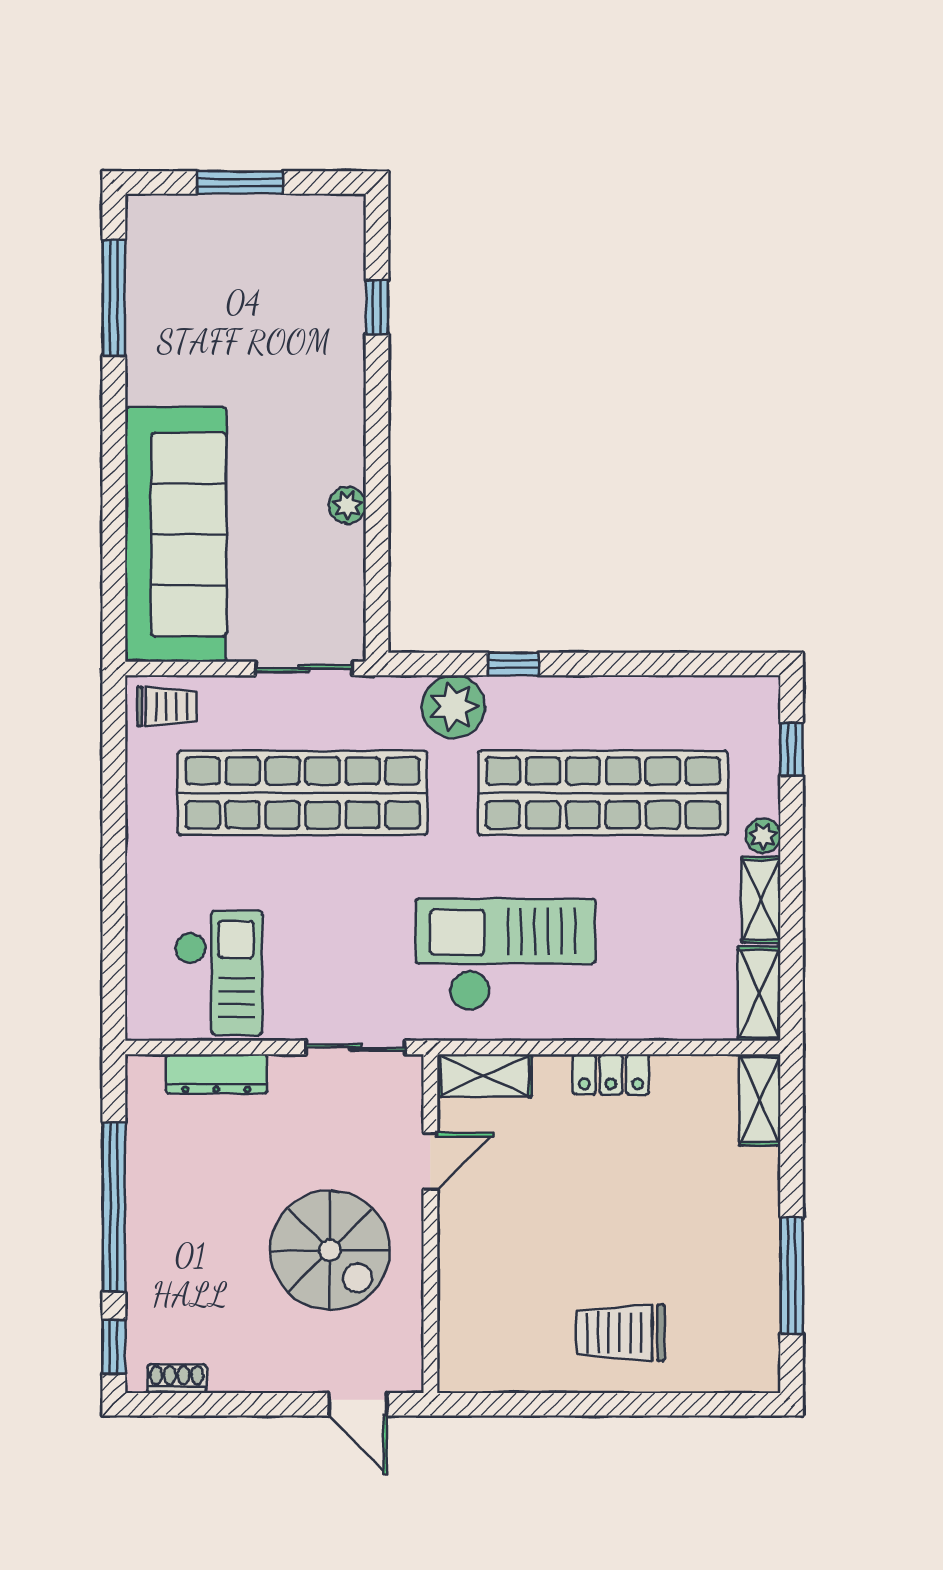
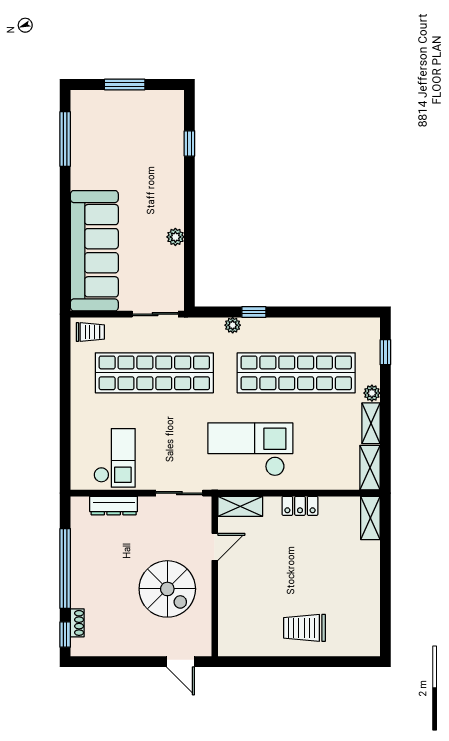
plant: (454, 707) -> (233, 325), width x0.53, depth x0.53
window: (792, 1276) -> (385, 601), removed
shoe rack: (177, 1379) -> (77, 623), moved, turned 90

